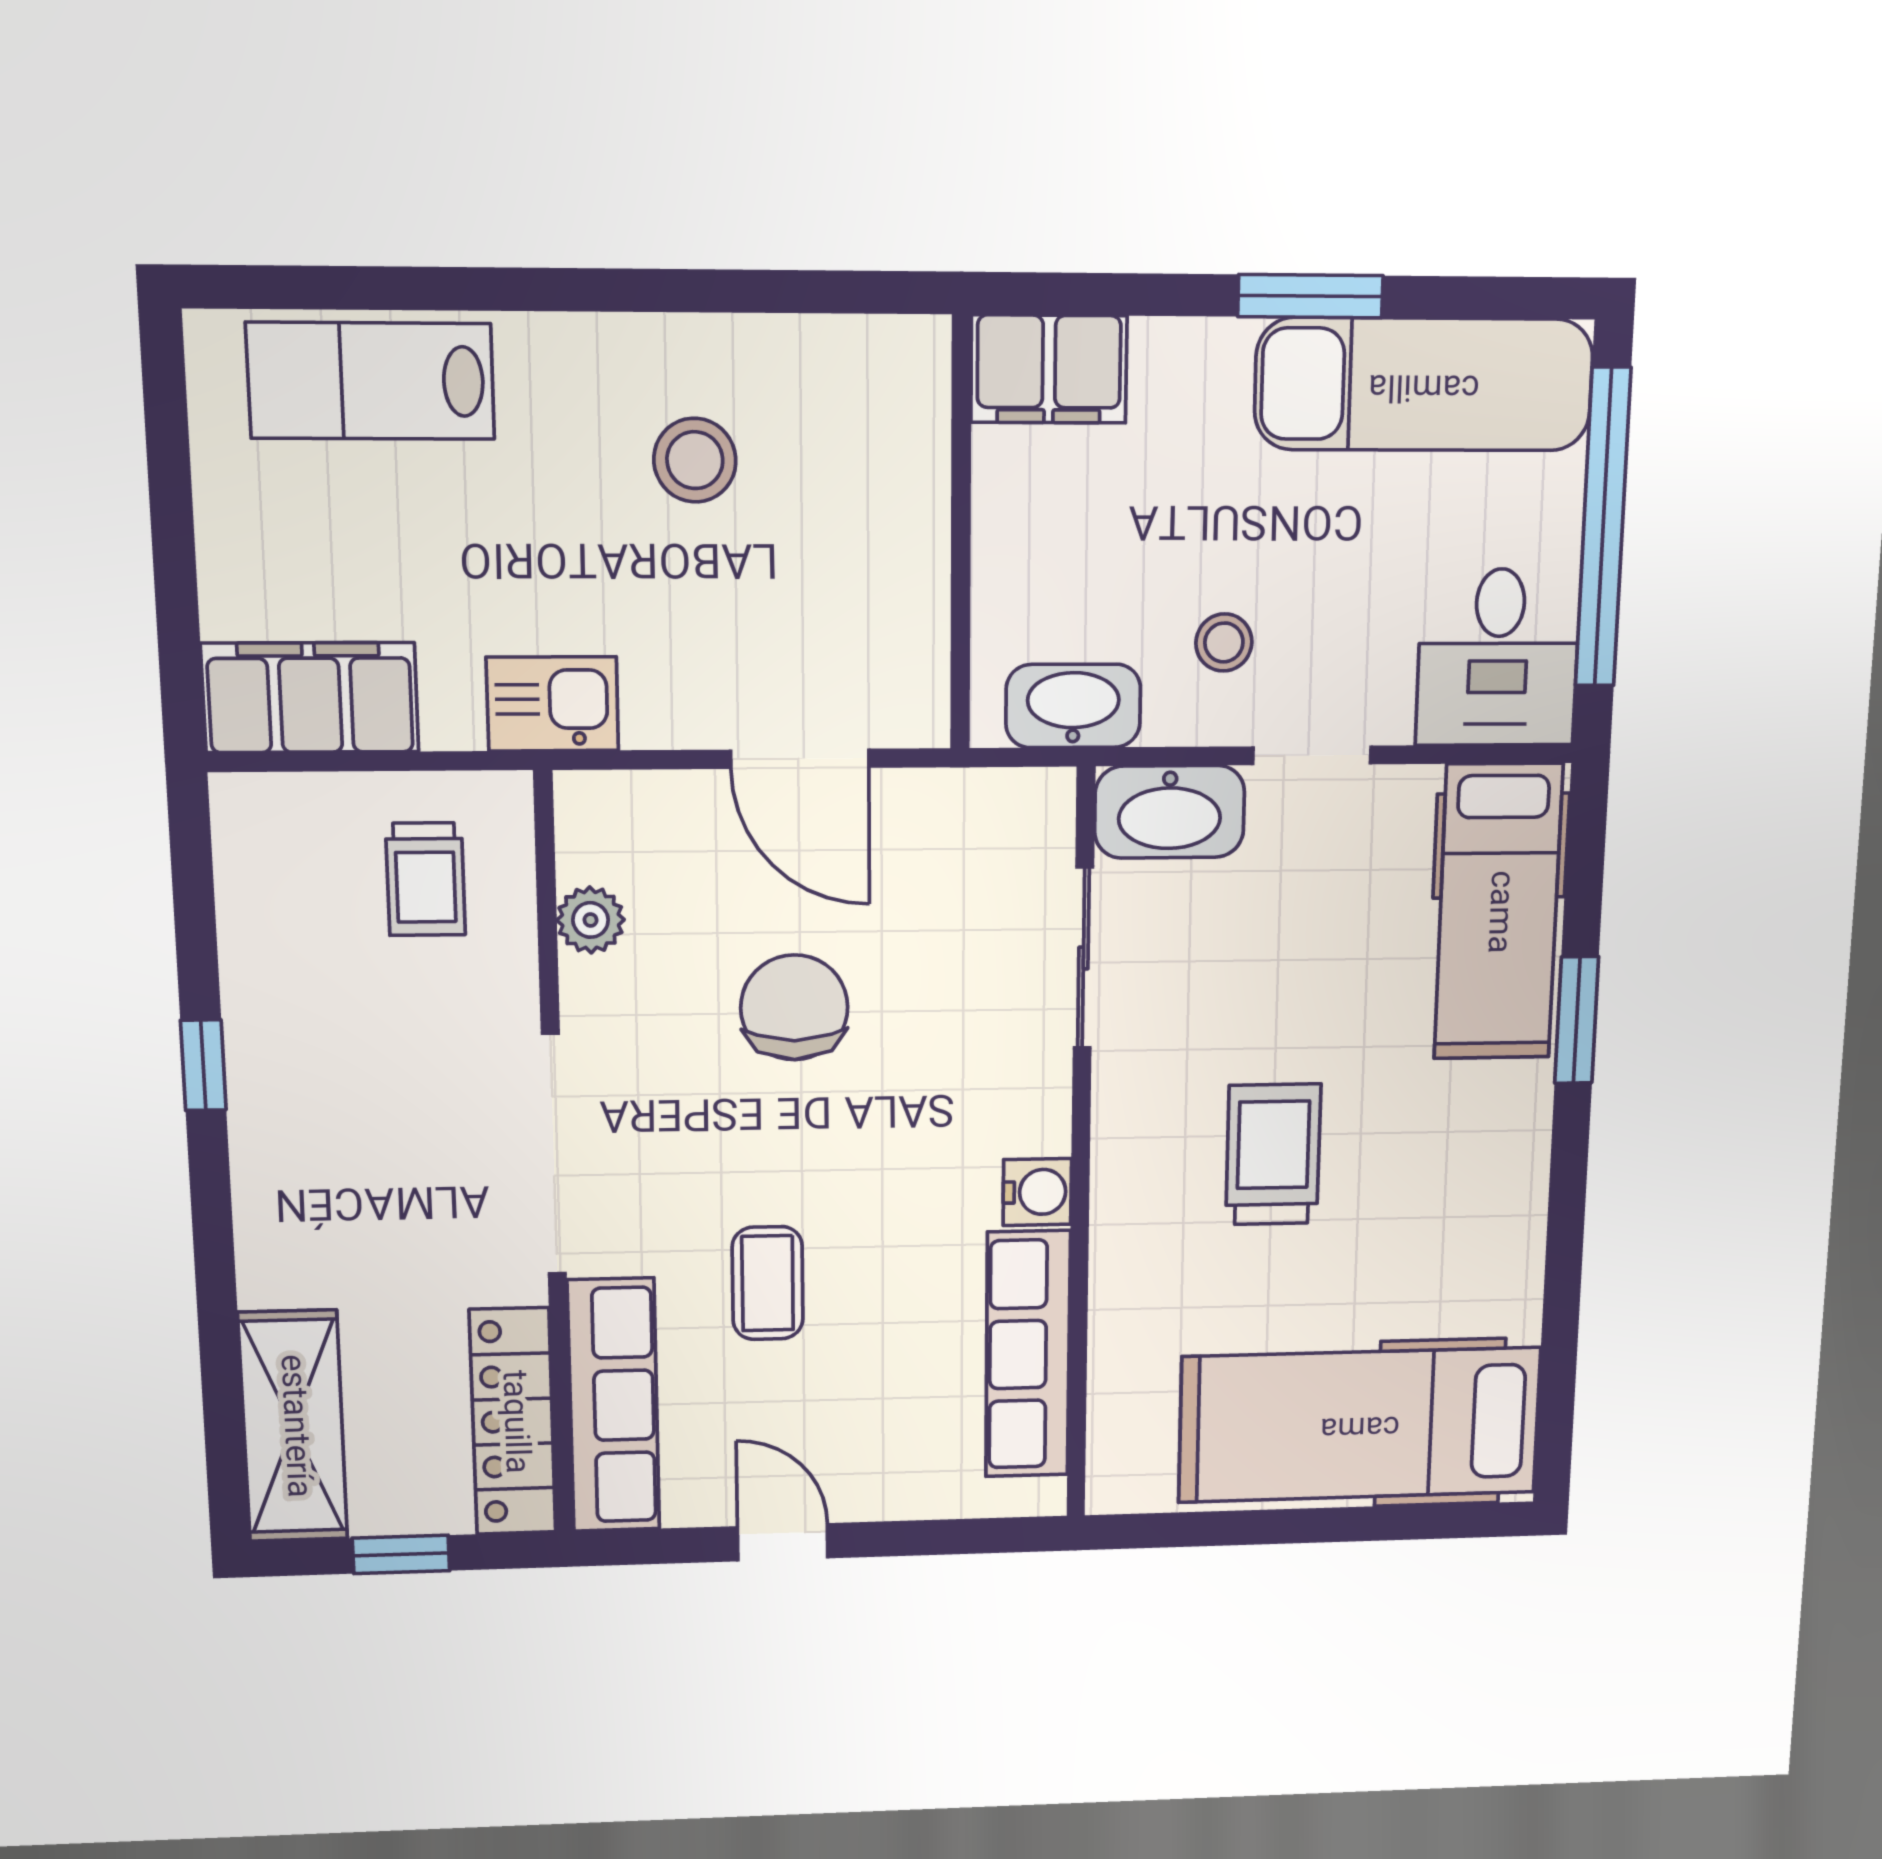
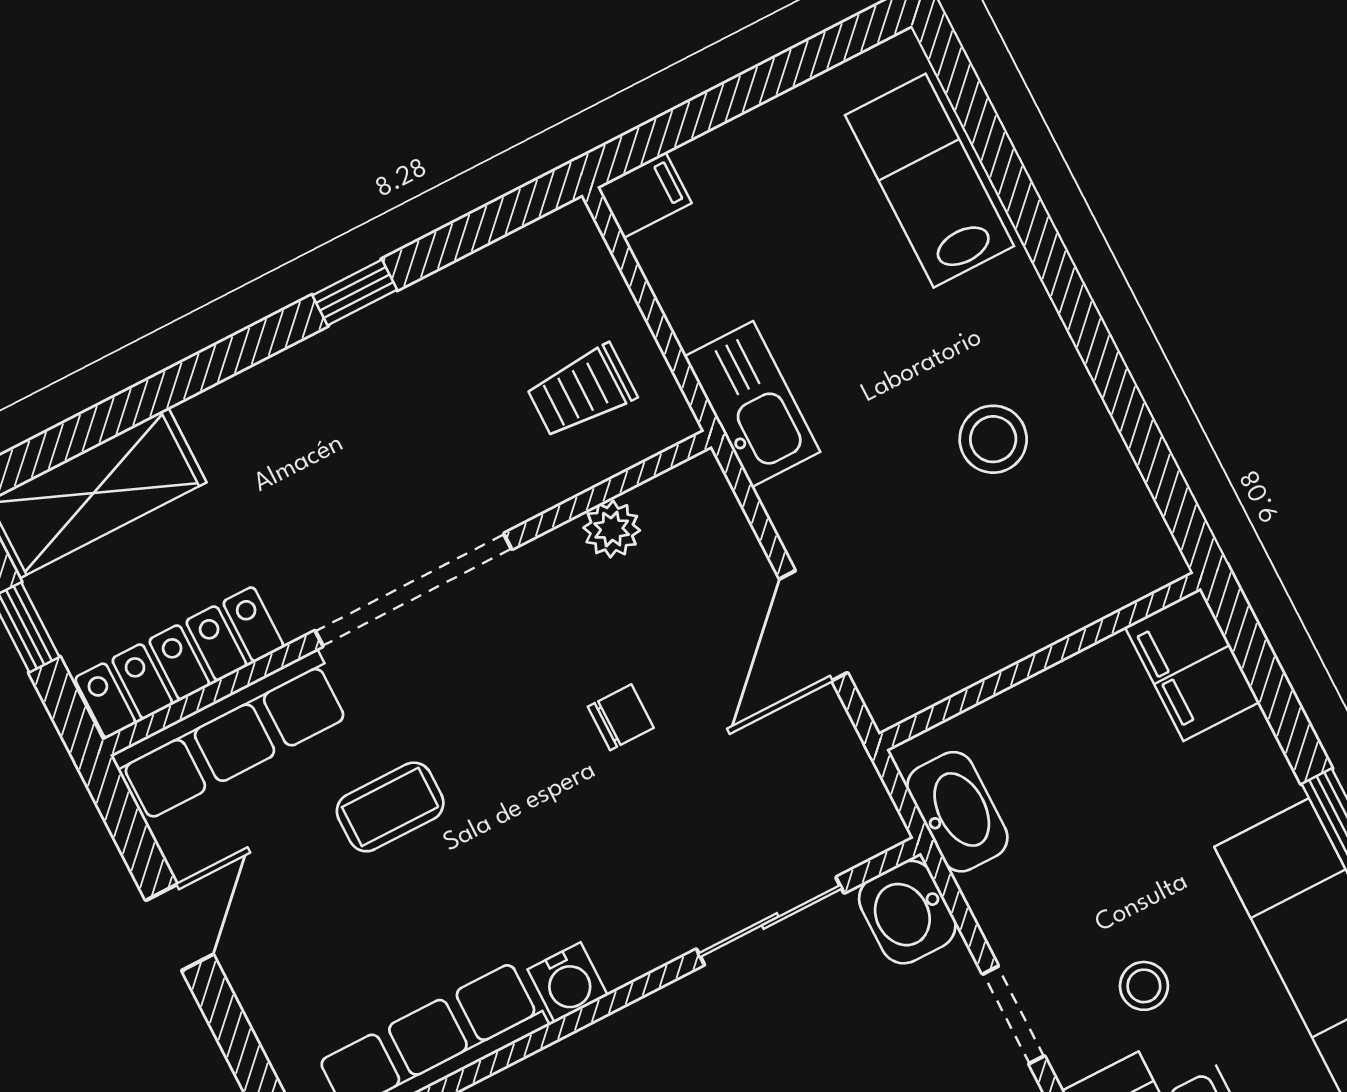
stool: (1224, 642) -> (1144, 986), moved
filing cabinet: (310, 698) -> (644, 195), width x0.33, depth x0.86
kitchen sink: (553, 704) -> (752, 404), width x1.38
washbasin: (1170, 812) -> (907, 912), width x0.72
chair: (794, 1007) -> (621, 717), width x0.54, depth x0.54

